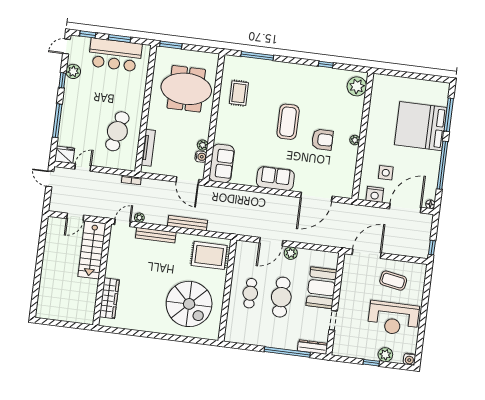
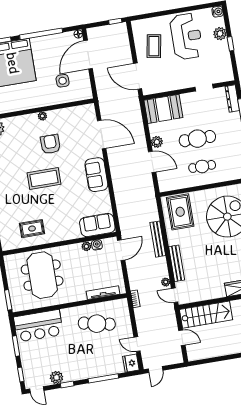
bar counter: (115, 55) -> (38, 326), moved, turned 90
nightstand: (375, 194) -> (84, 85), removed
door: (405, 208) -> (88, 55), hinge flipped
booth: (322, 288) -> (163, 109), moved

